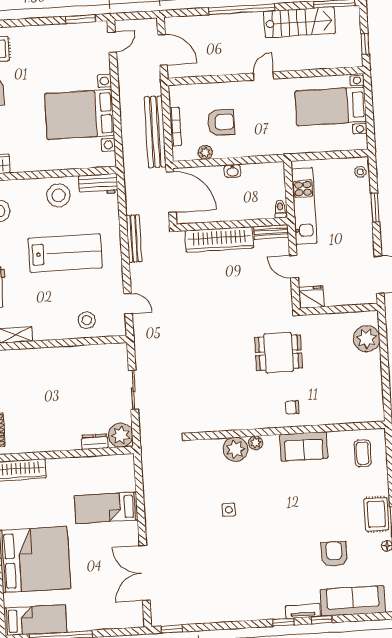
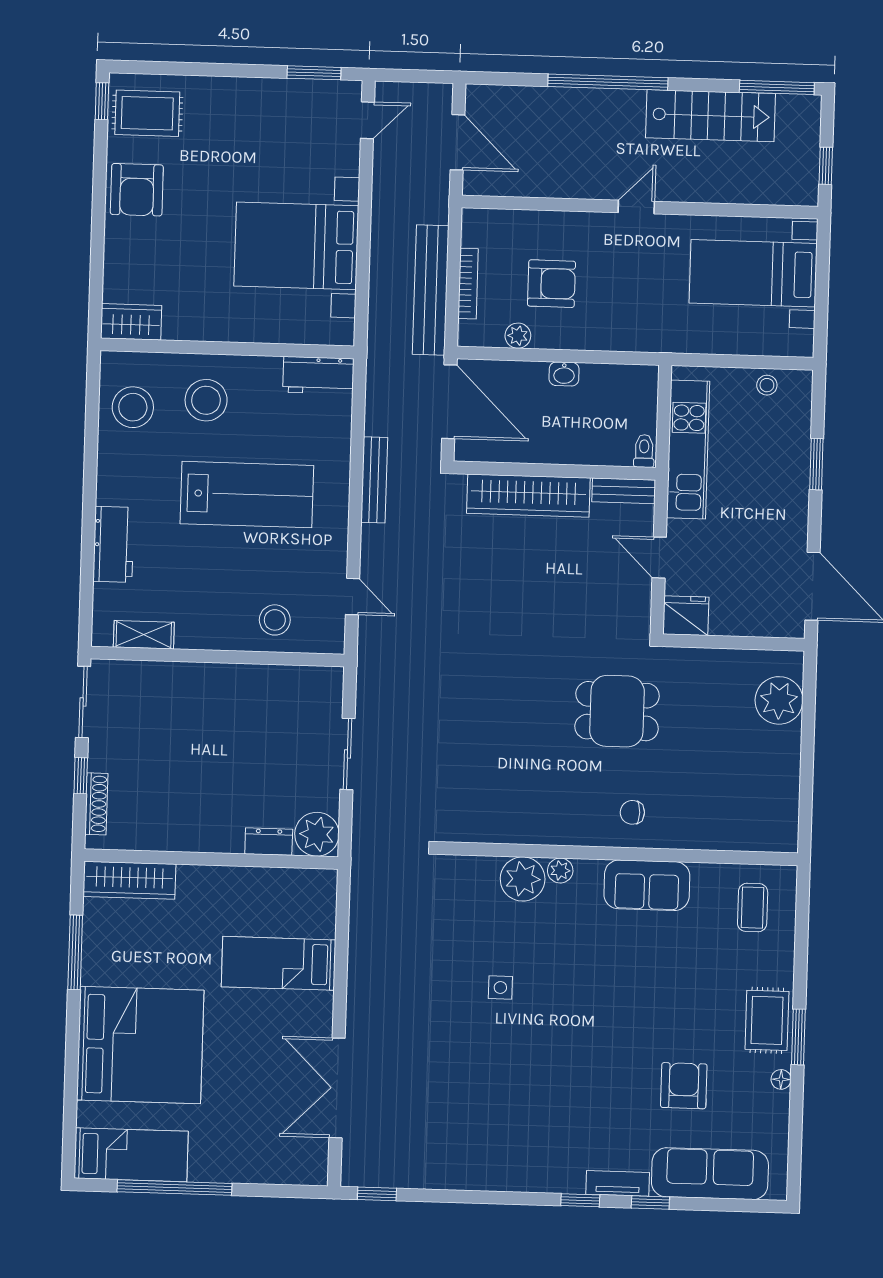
stool: (360, 172) -> (767, 385), moved
stool: (59, 195) -> (206, 400), moved

